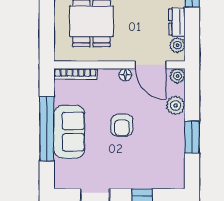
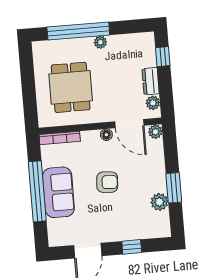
plant: (176, 105) -> (159, 202), moved
armchair: (122, 125) -> (107, 182), turned -86

